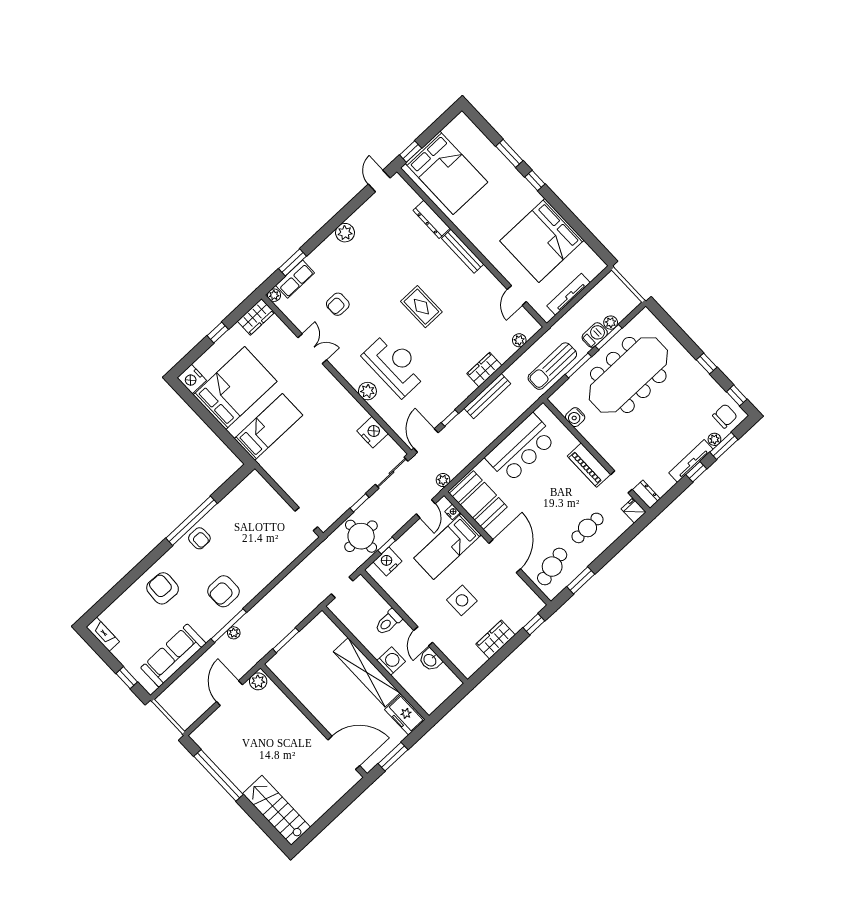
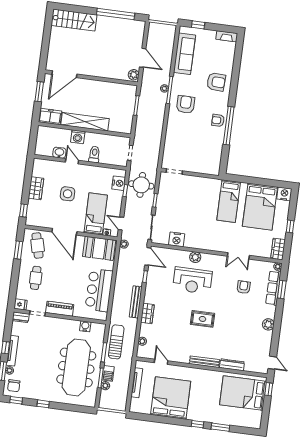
row of seats: (295, 279) -> (273, 288), width x1.48

